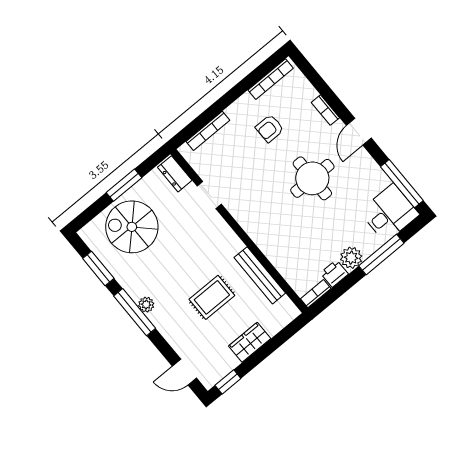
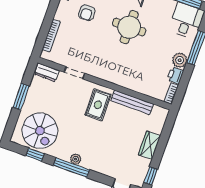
spiral stairs: (132, 227) -> (40, 131), moved, turned -90
window: (98, 268) -> (35, 155), width x0.67
rug: (212, 297) -> (98, 105), moved

